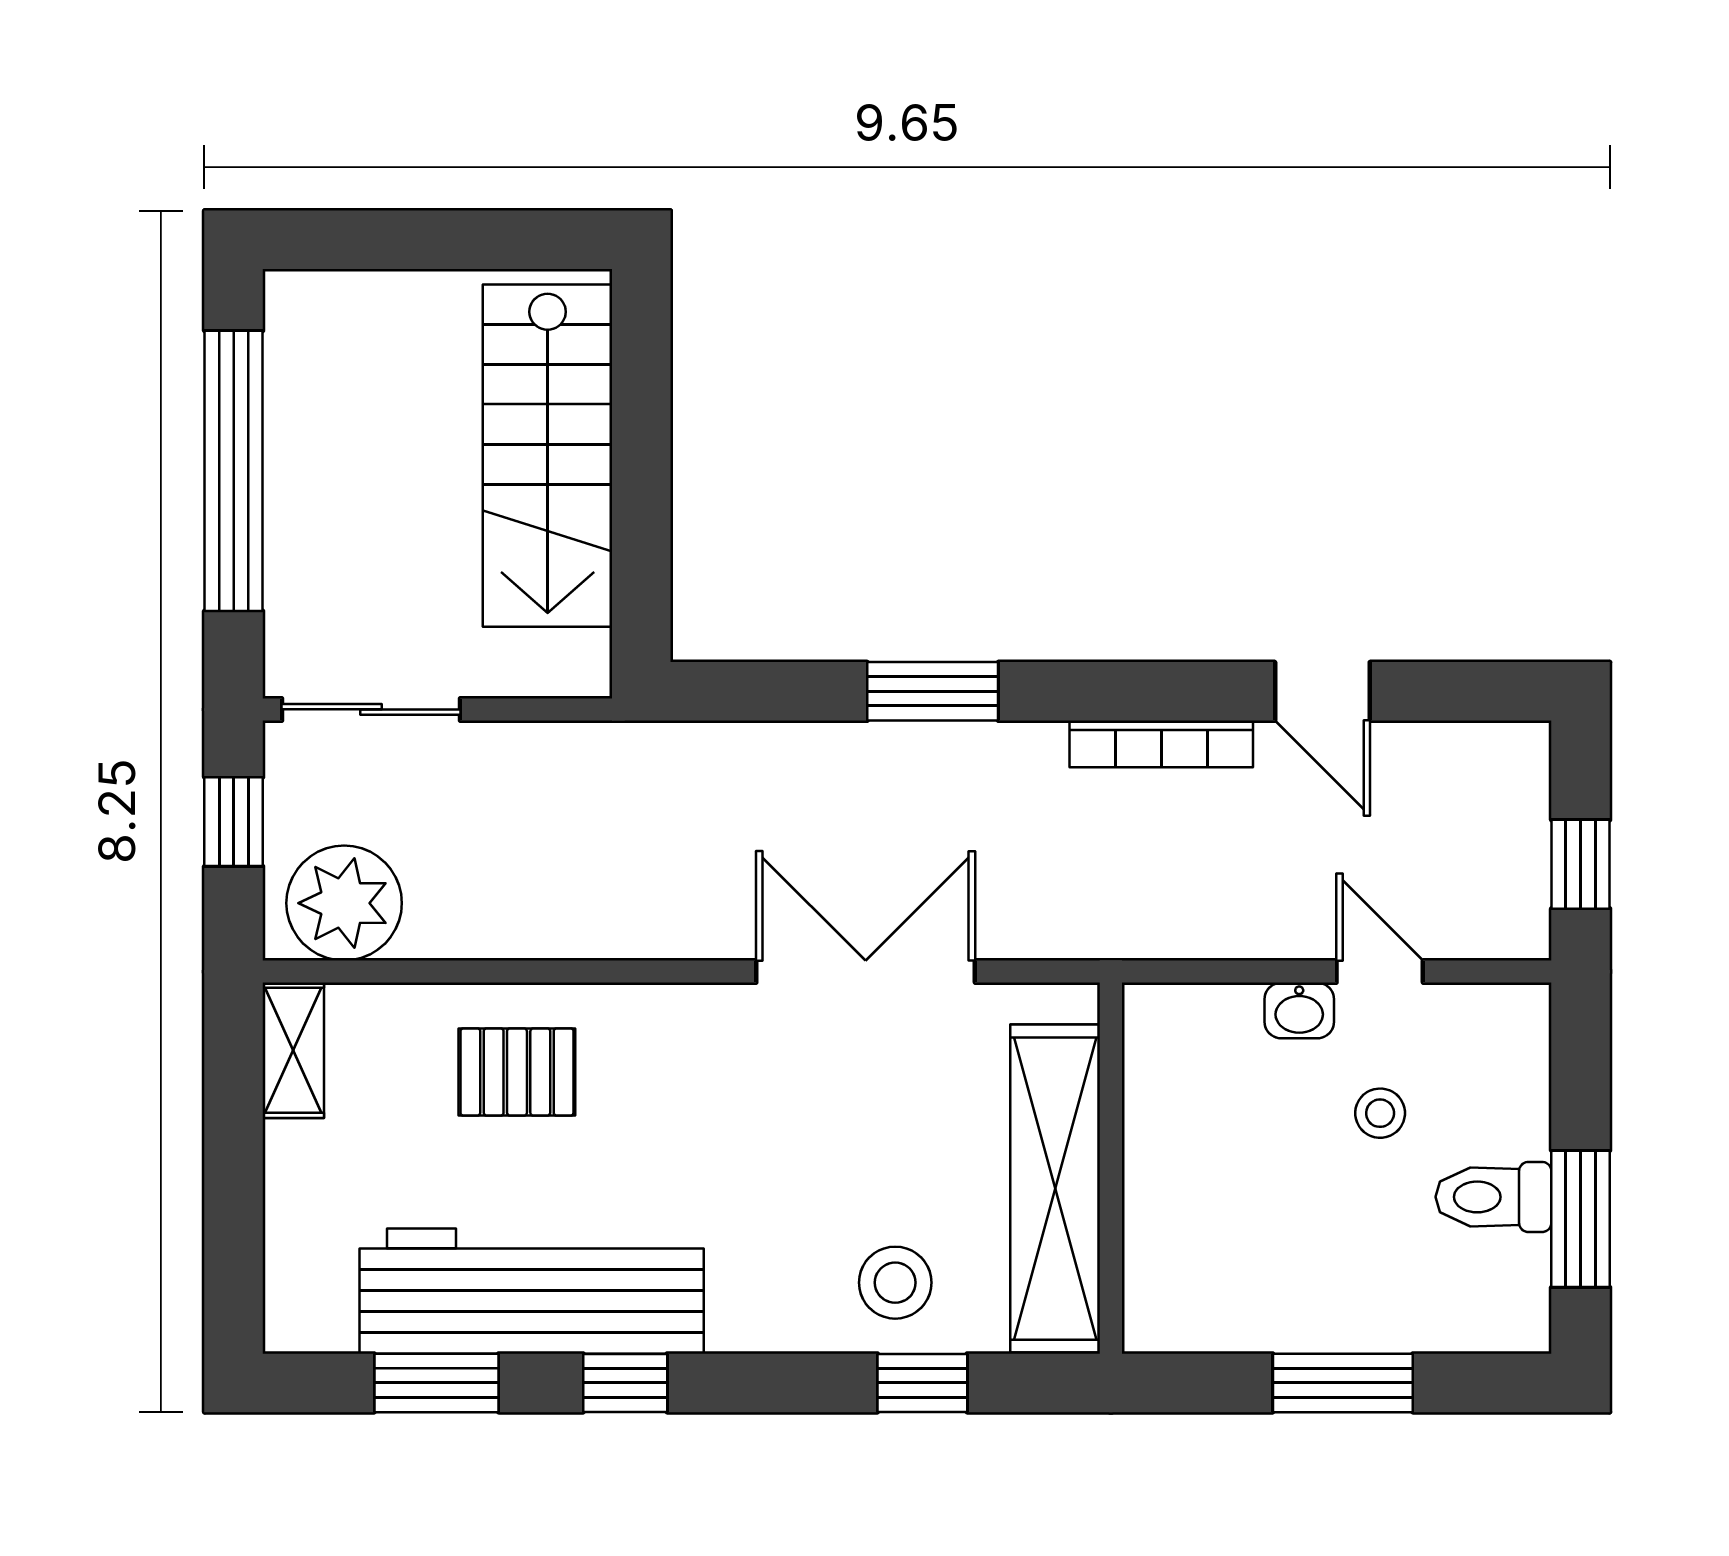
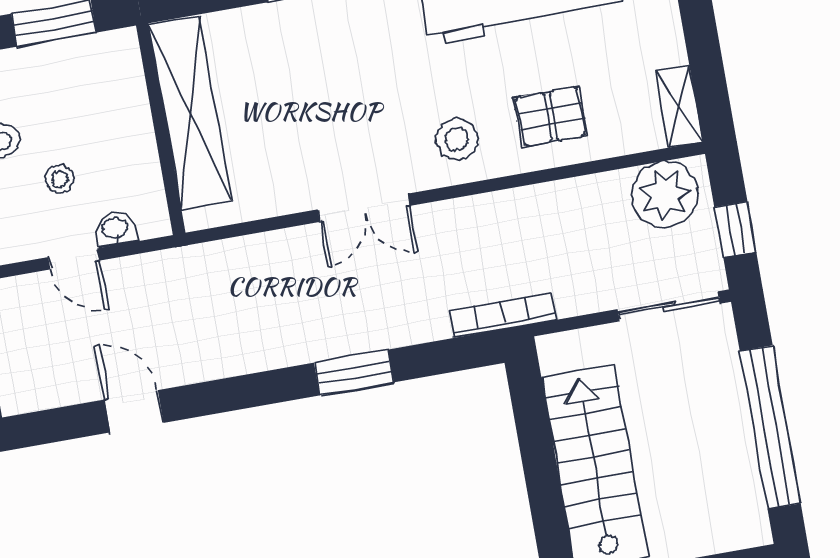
bookcase: (1161, 744) -> (502, 316), moved
double door: (866, 972) -> (364, 208), width x0.73
wall: (1111, 1168) -> (161, 129), moved
shelving: (1055, 1189) -> (190, 112), moved
stool: (895, 1283) -> (457, 139), moved

